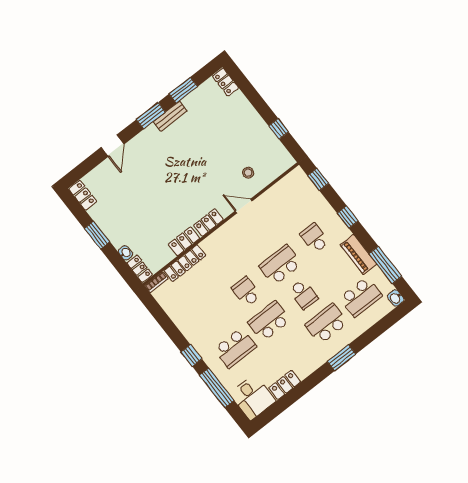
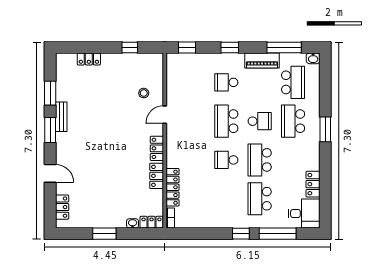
locker: (225, 82) -> (89, 59), moved
locker: (83, 195) -> (62, 207), moved, turned 90
school desk: (235, 348) -> (260, 199), turned 180

